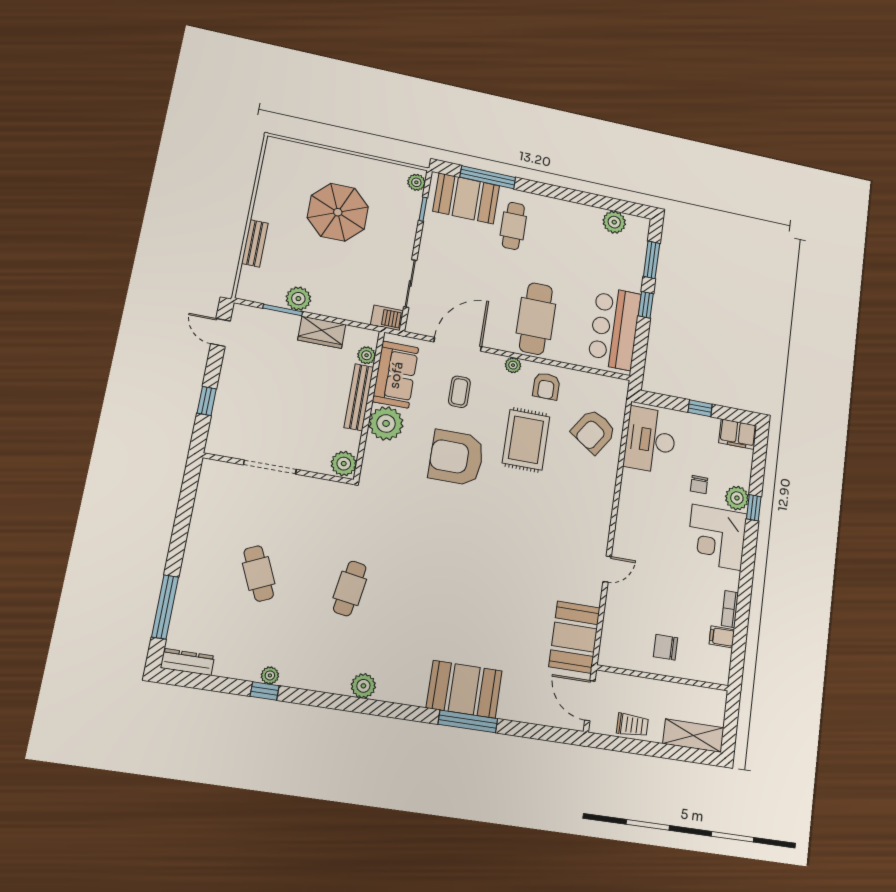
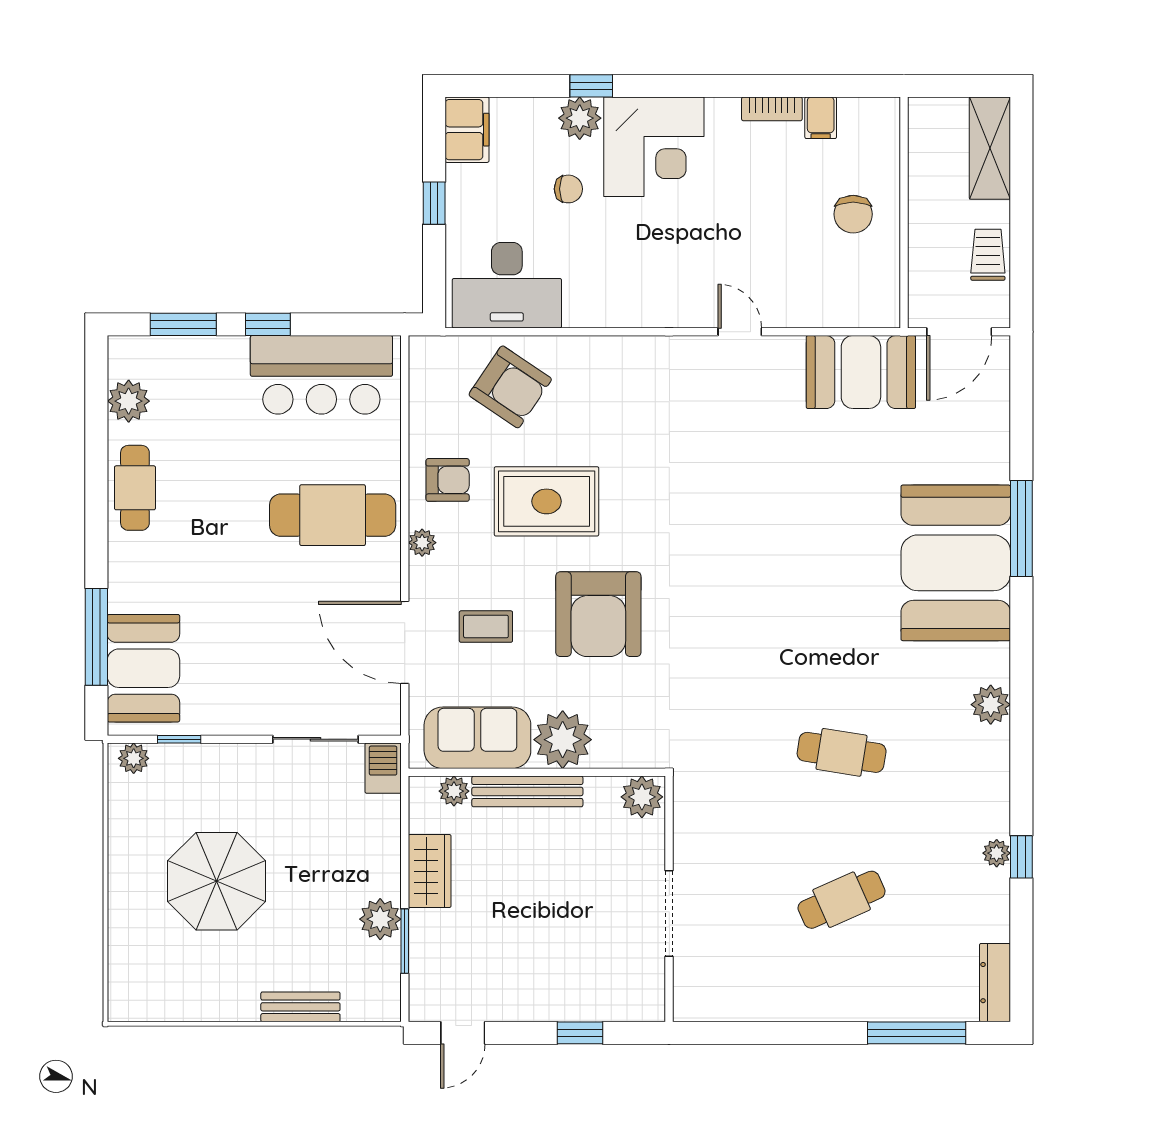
cafe table: (513, 226) -> (135, 488), moved, turned 90
booth: (464, 689) -> (956, 563), width x1.36, depth x1.42

